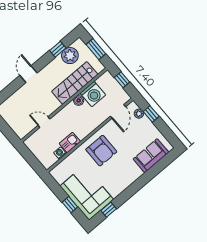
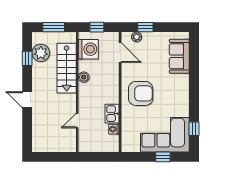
washing machine: (93, 94) -> (88, 49), moved

